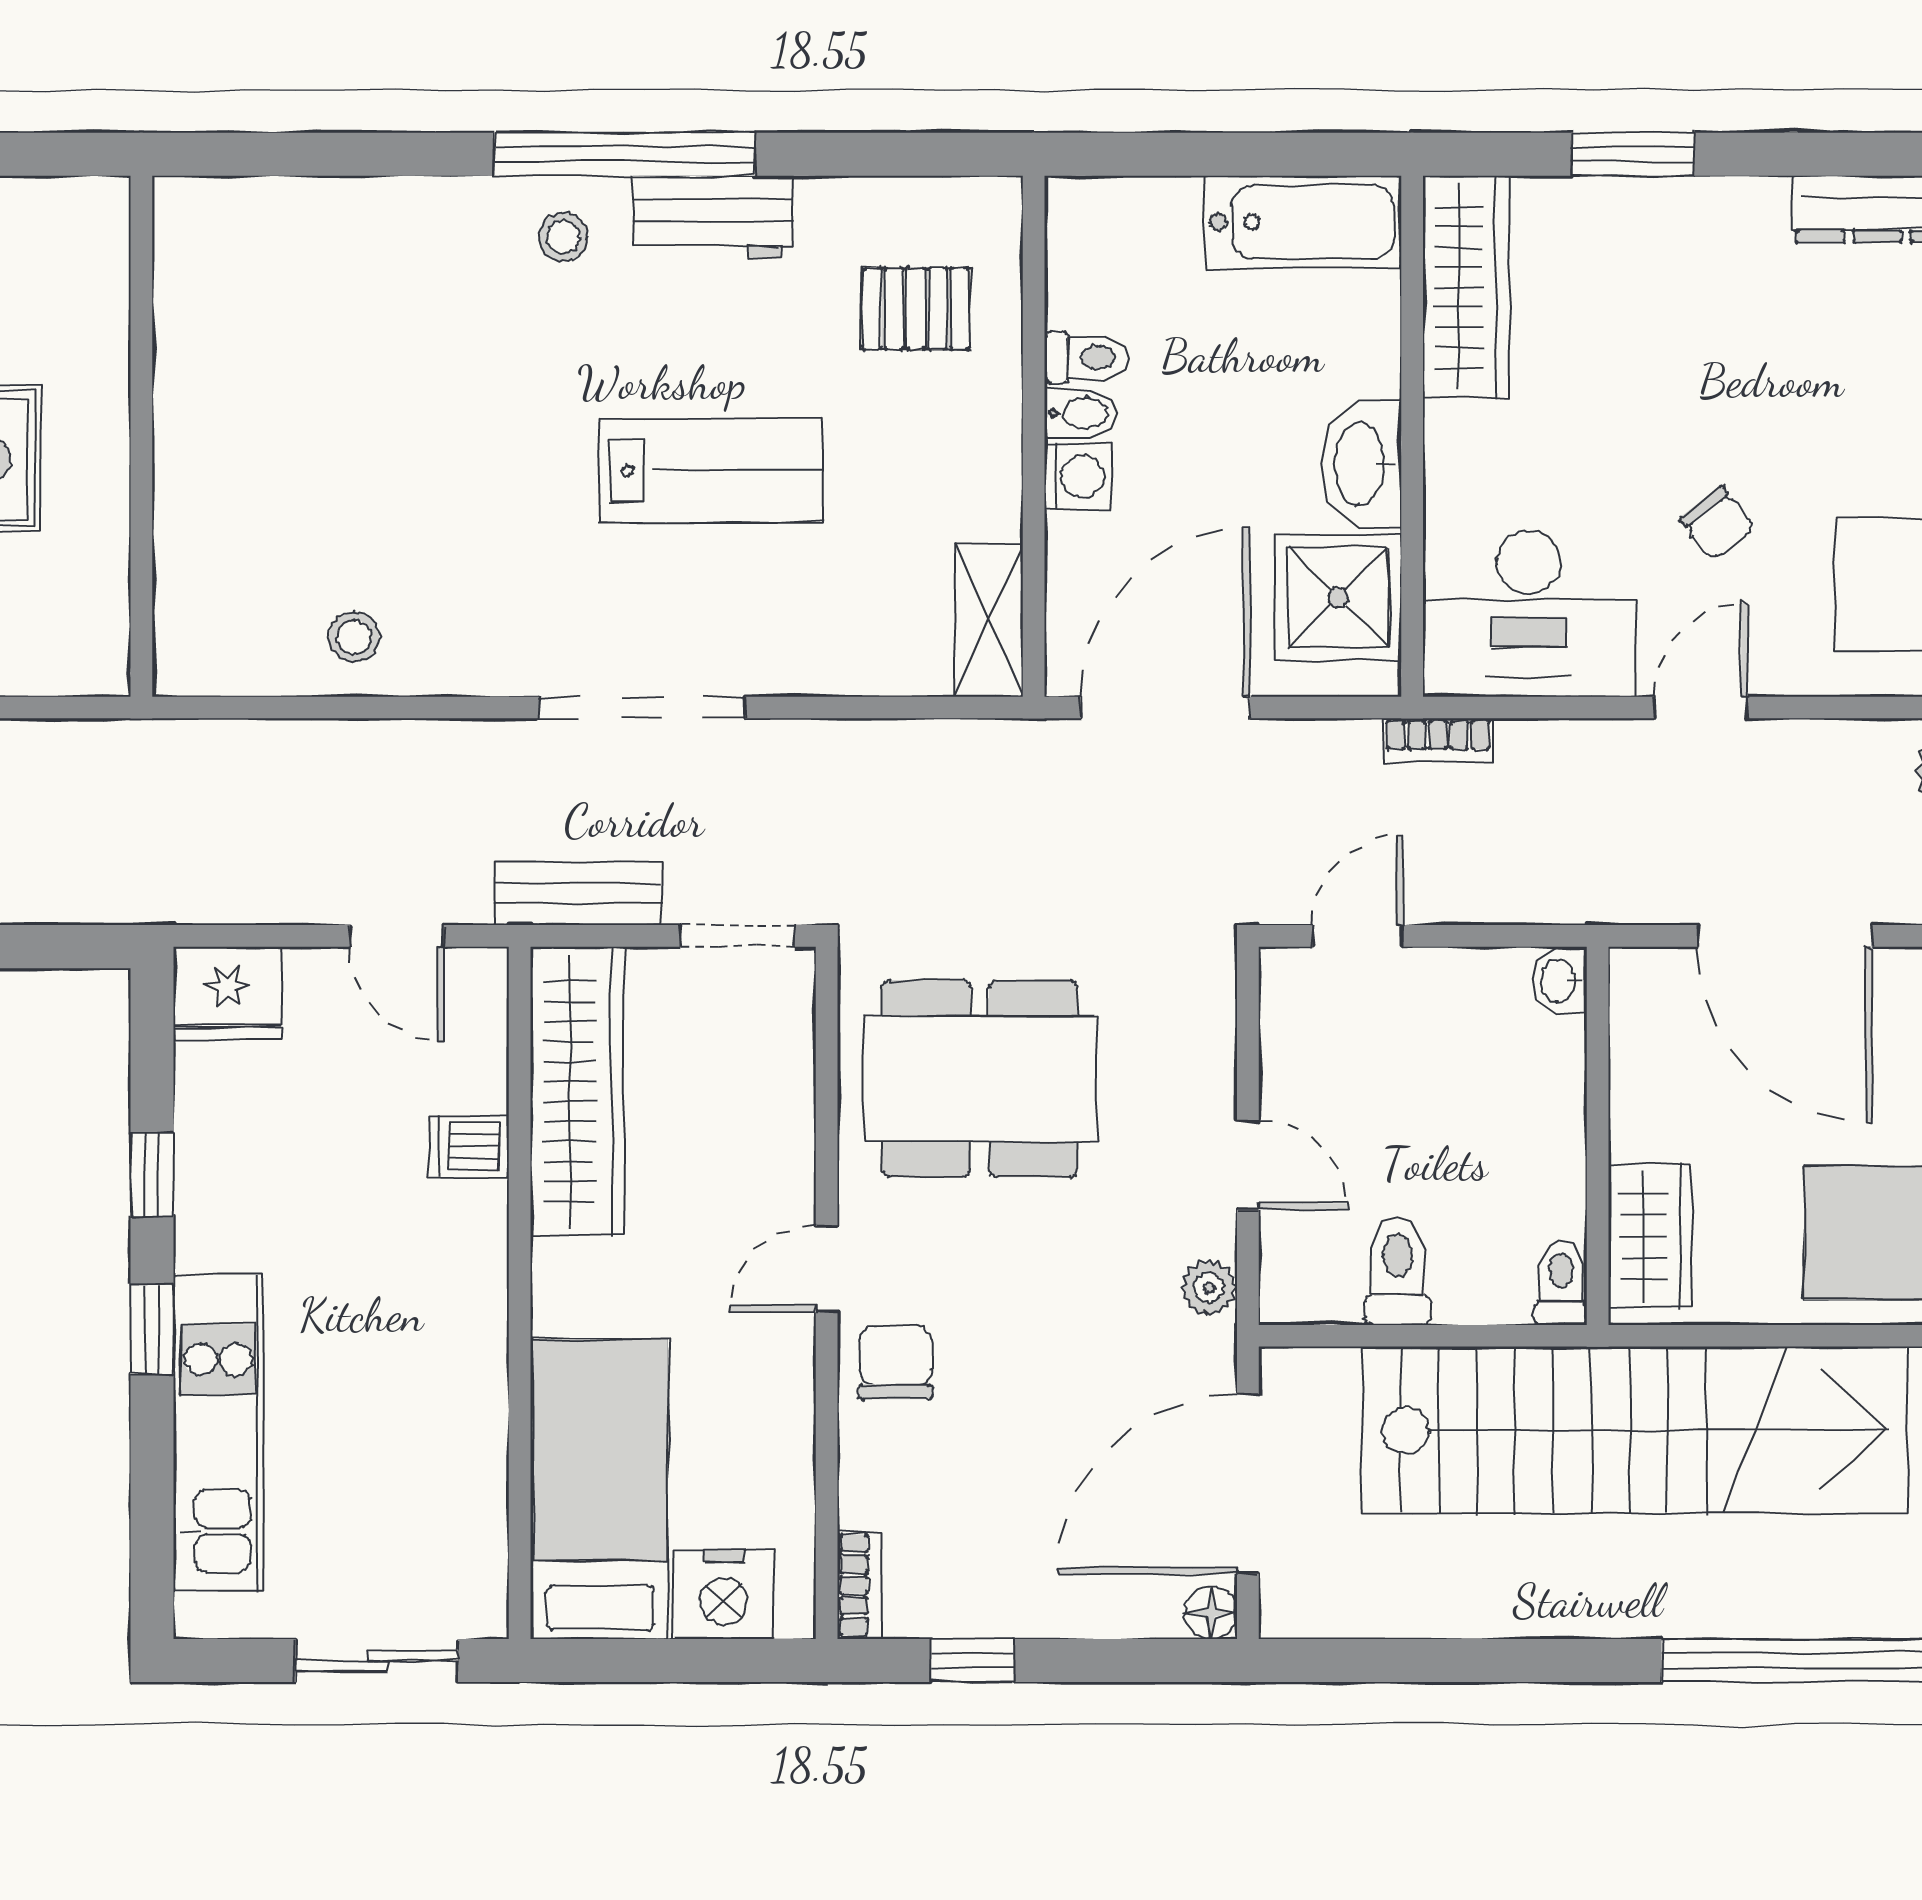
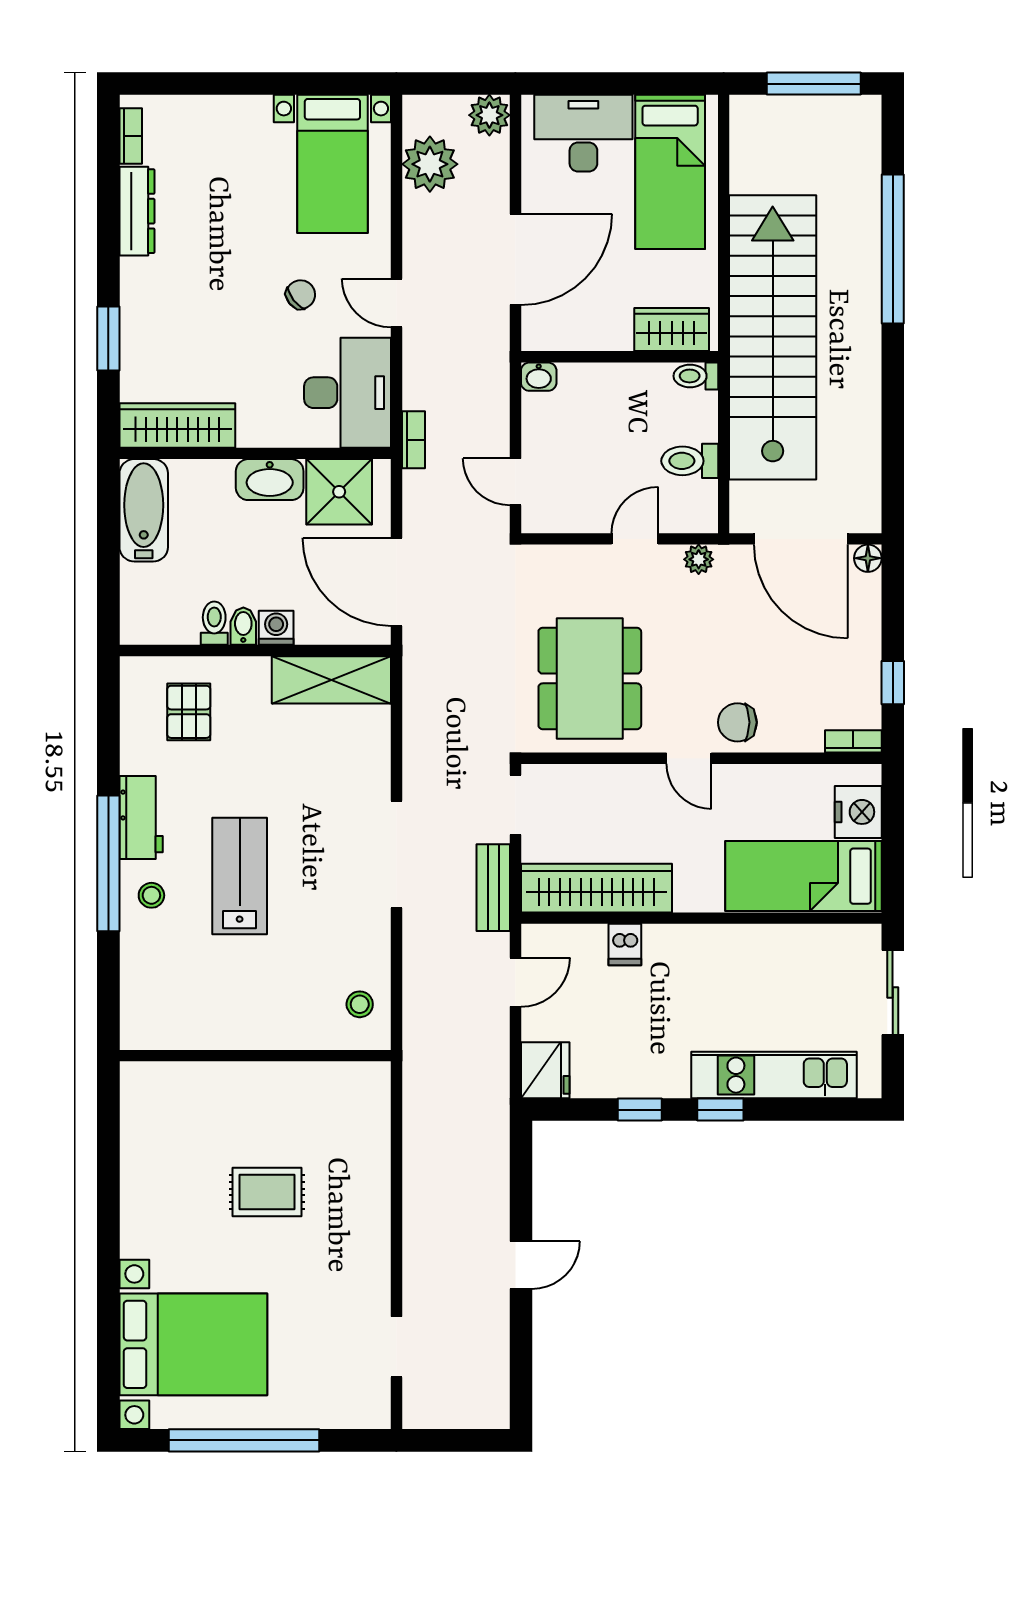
wall: (141, 436) -> (255, 1056), moved
lab bench: (711, 471) -> (240, 876), moved
shelving: (989, 621) -> (331, 680), width x1.50, depth x1.33

